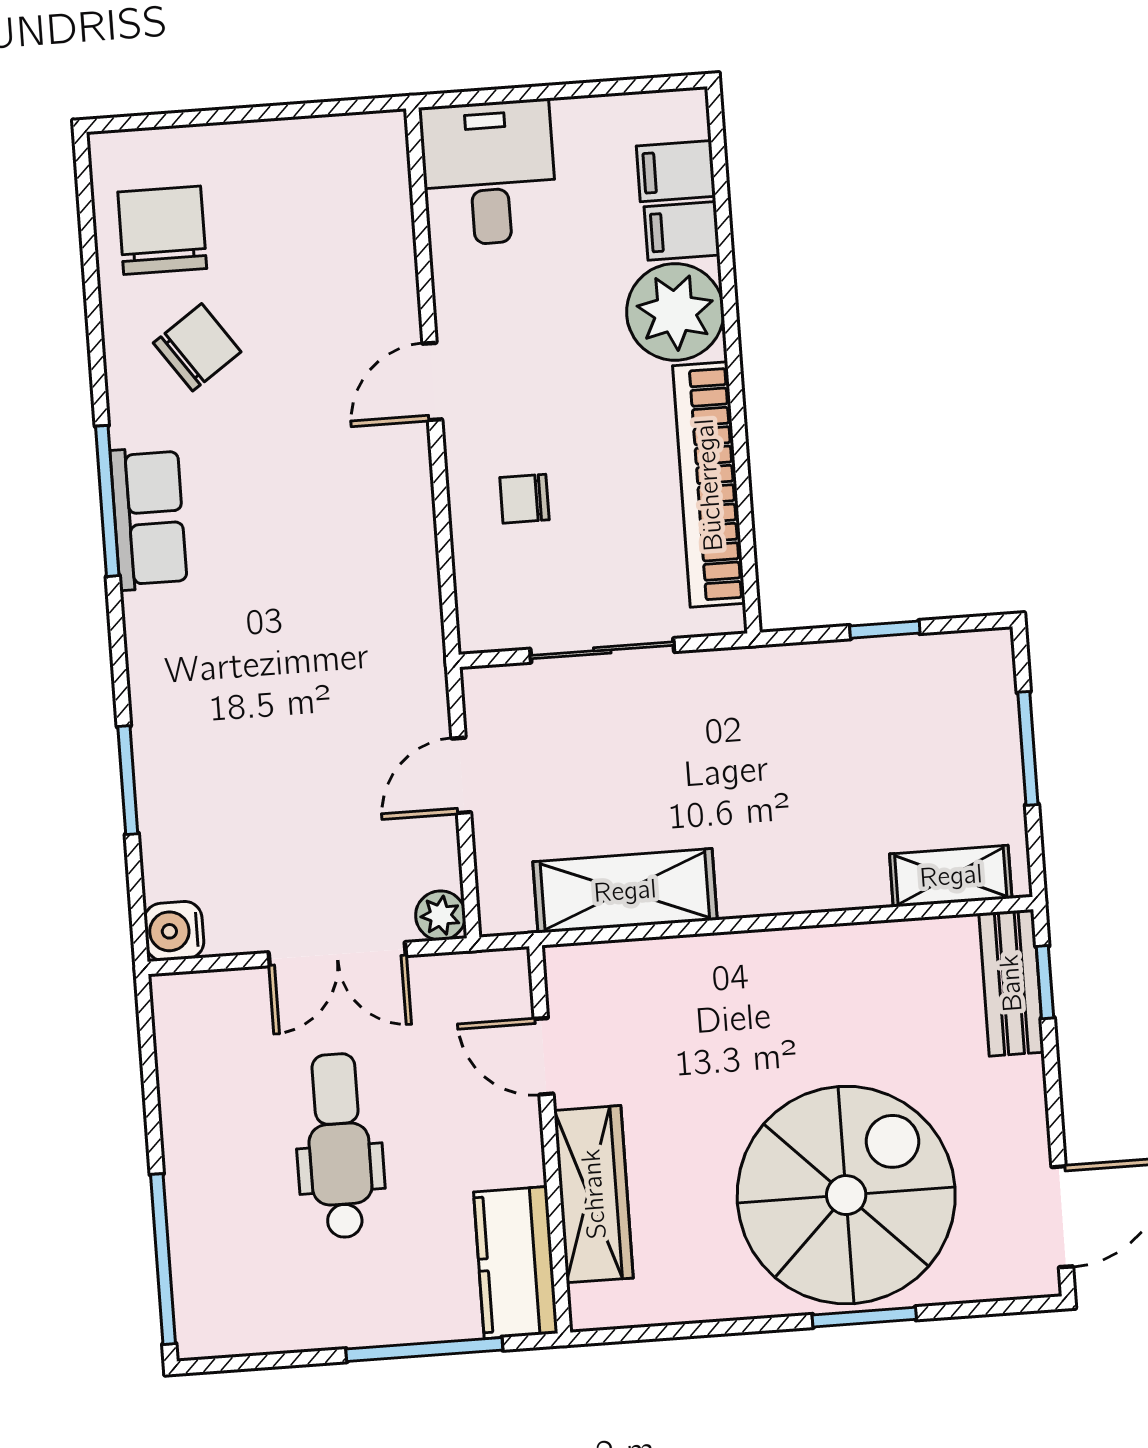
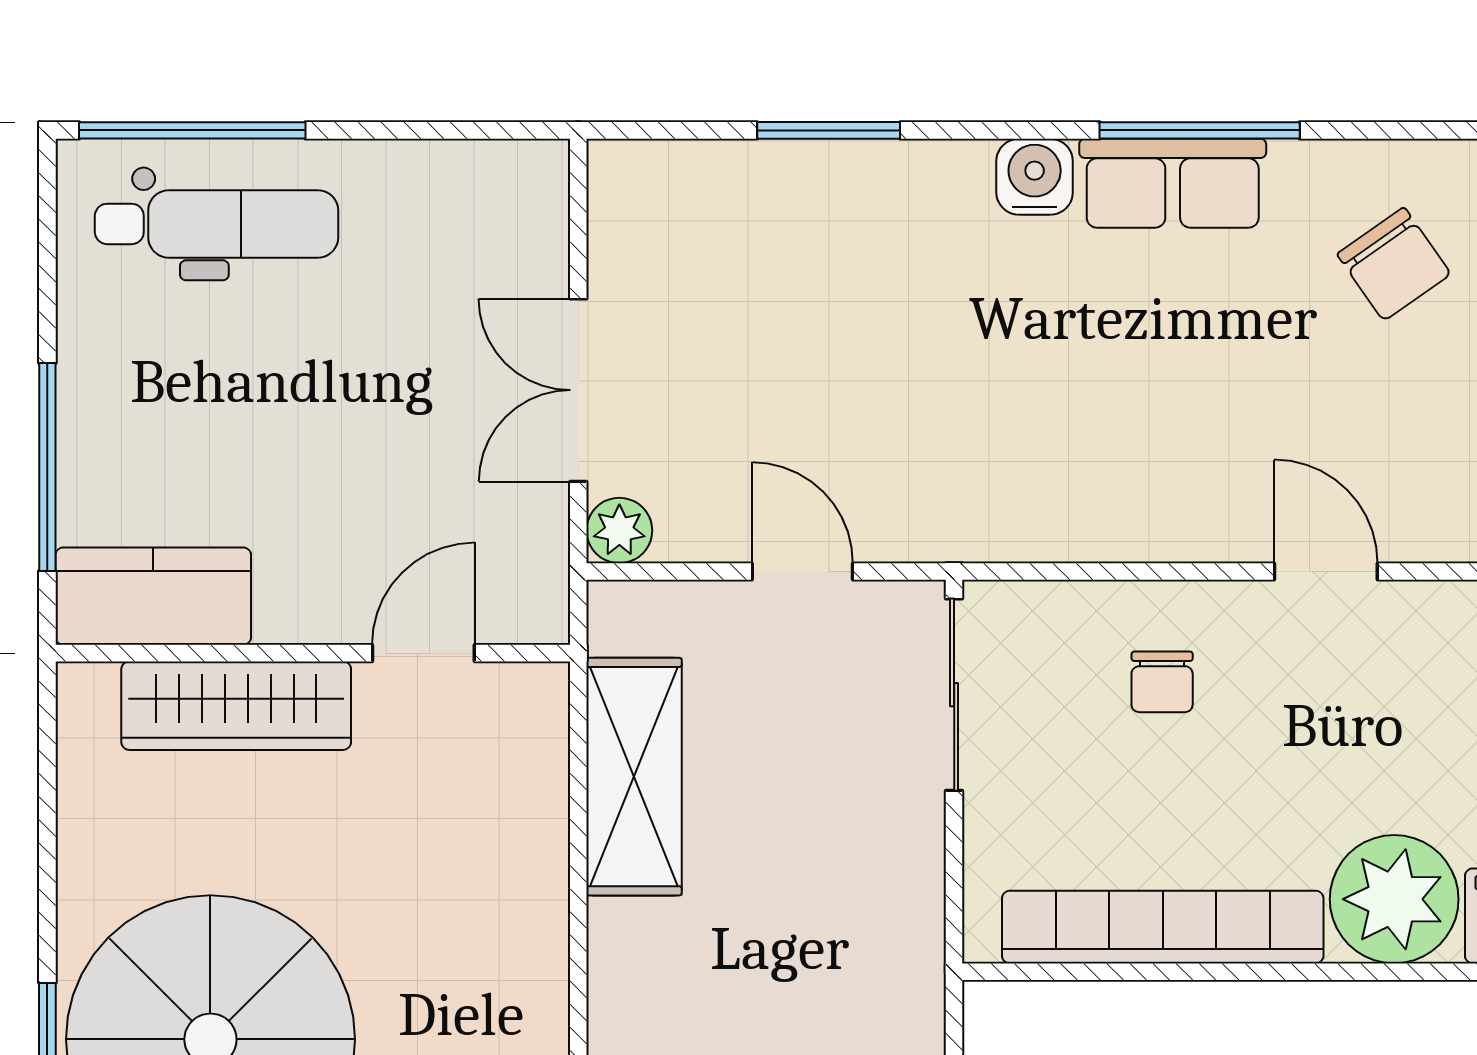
chair: (524, 499) -> (1162, 682), turned 180
sliding door: (602, 650) -> (954, 695), moved
water cooler: (174, 931) -> (1035, 177), moved
dental chair: (339, 1146) -> (217, 224), moved

